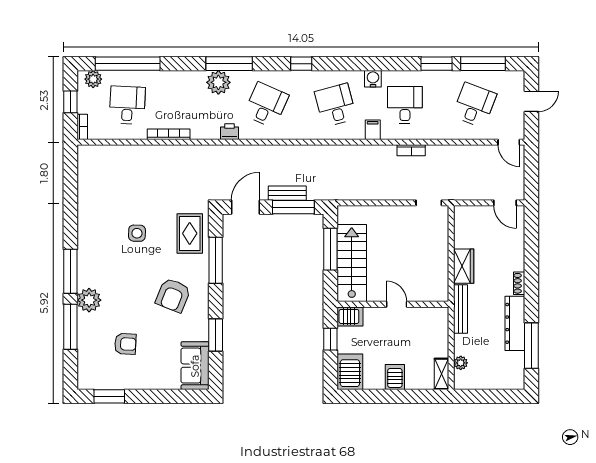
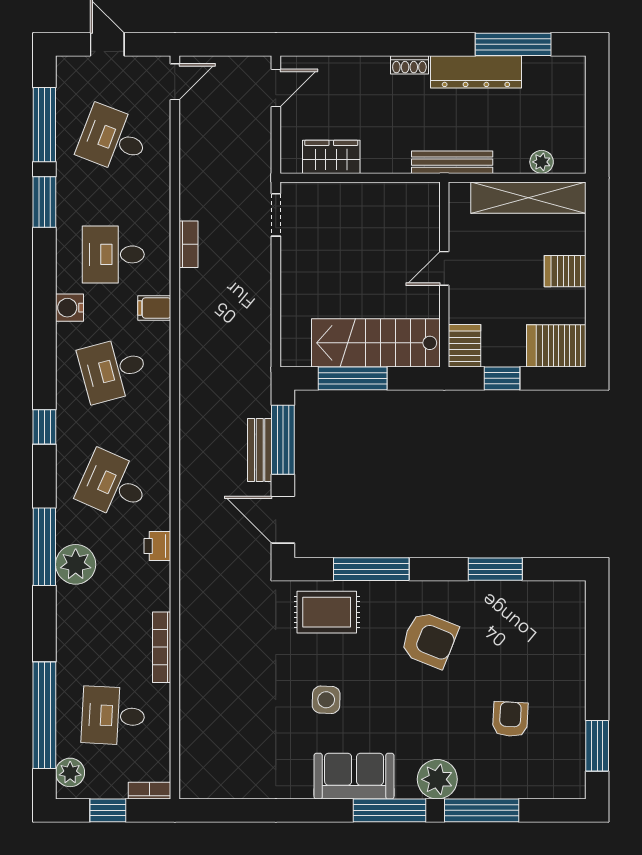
wardrobe: (464, 266) -> (331, 157), moved
sofa: (195, 366) -> (354, 776), moved, turned 180
shelving: (441, 374) -> (528, 198), width x2.20, depth x1.33

